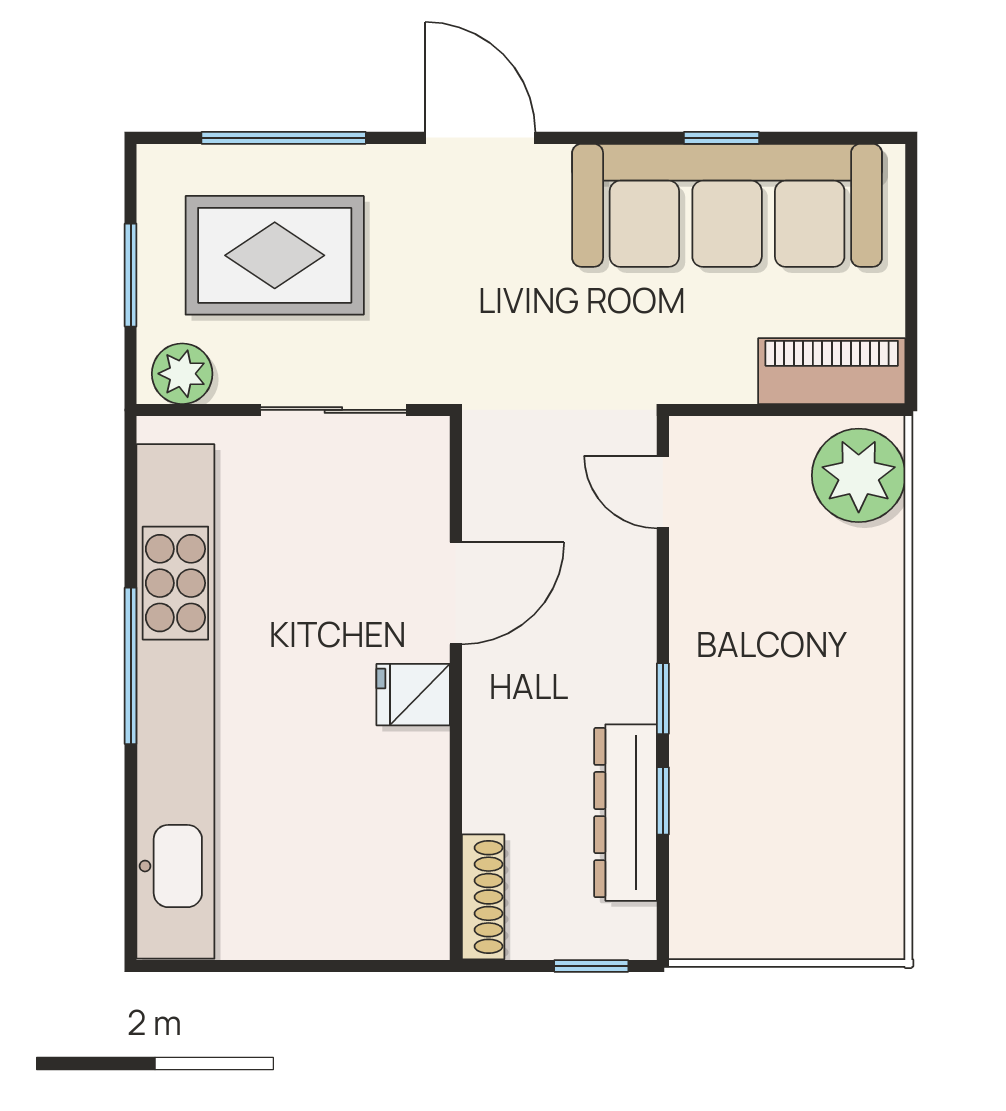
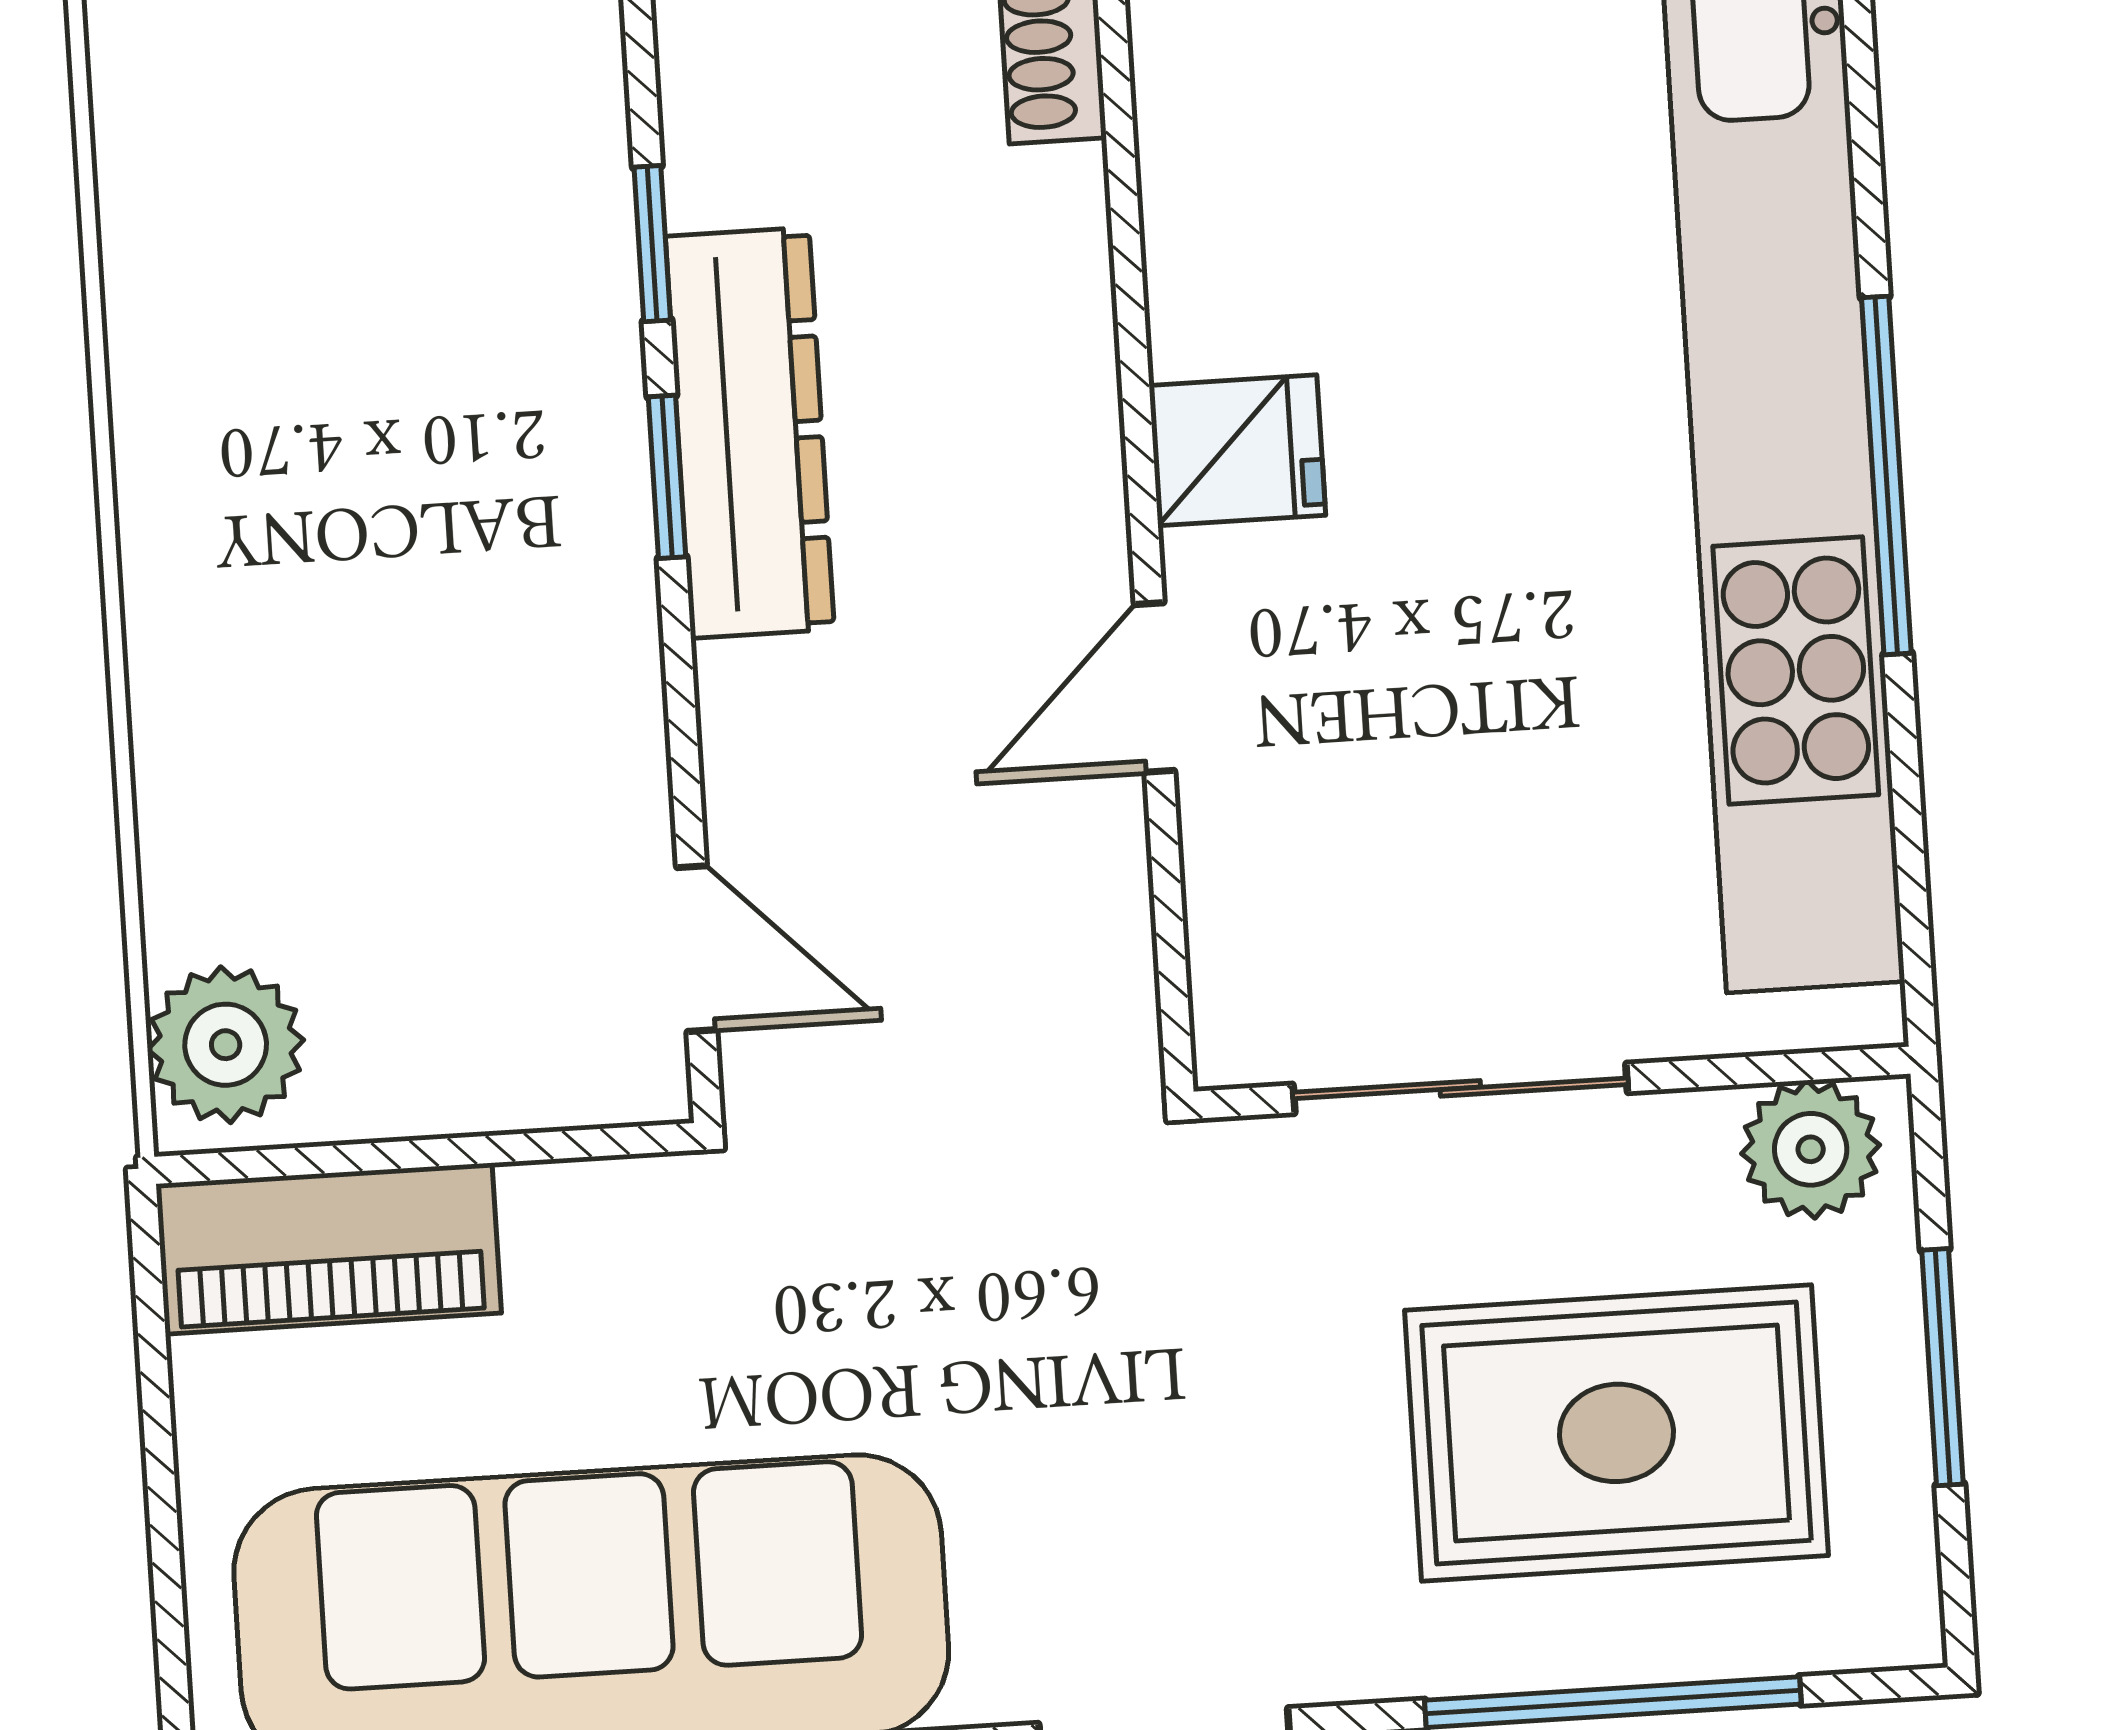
plant: (859, 475) -> (226, 1045), width x0.73, depth x0.73
door: (456, 593) -> (1155, 687), width x0.73
dresser: (625, 813) -> (750, 433), moved

